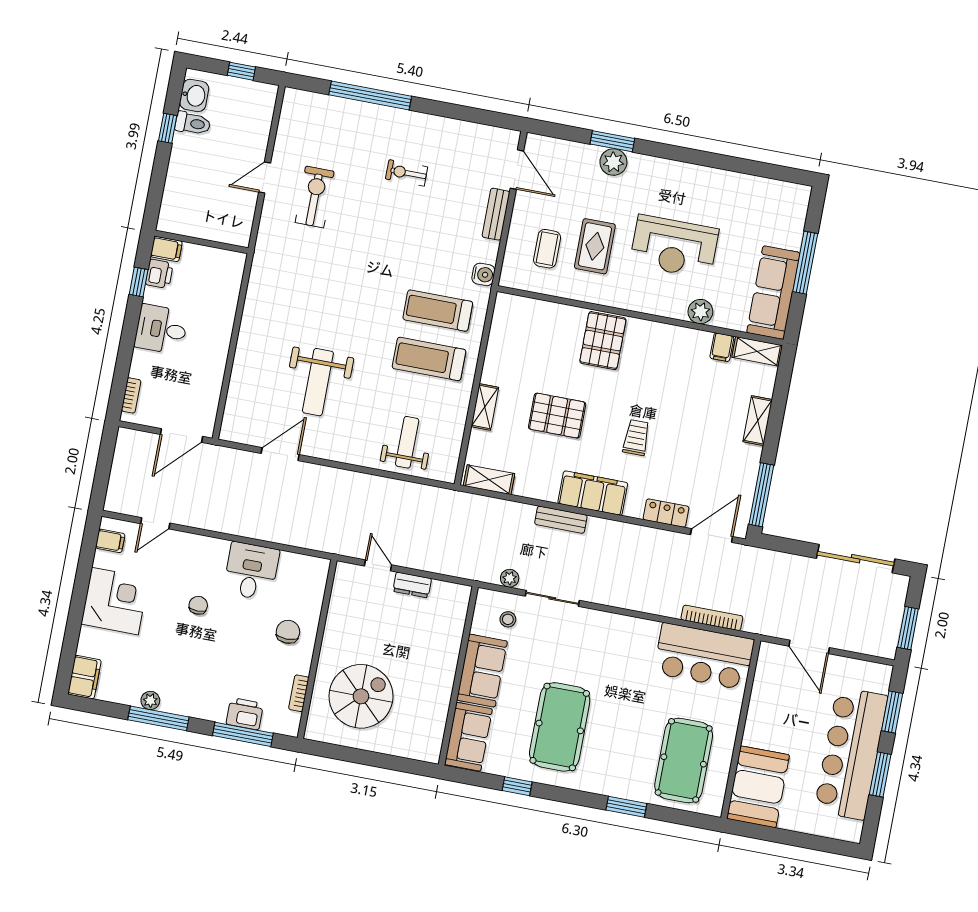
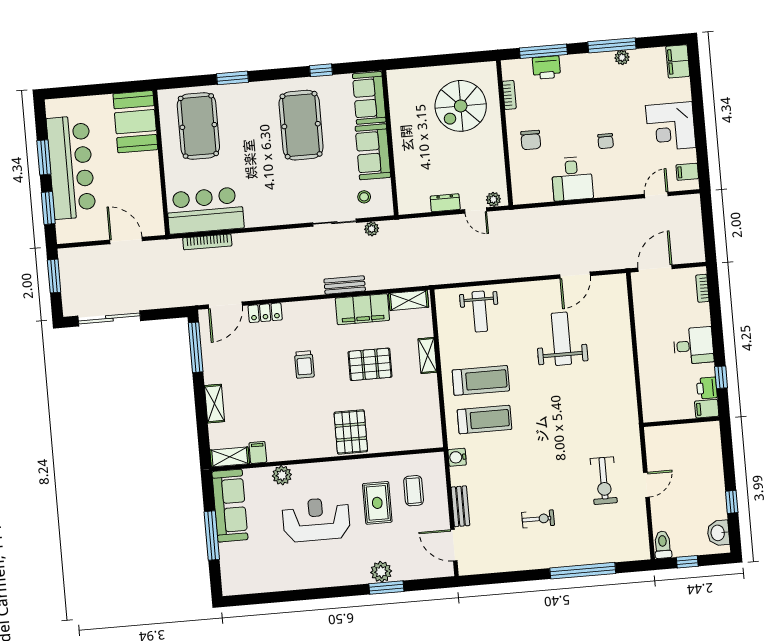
toilet: (193, 123) -> (663, 545), moved, turned 90
filing cabinet: (593, 493) -> (362, 309), moved
plant: (353, 573) -> (493, 199), added

